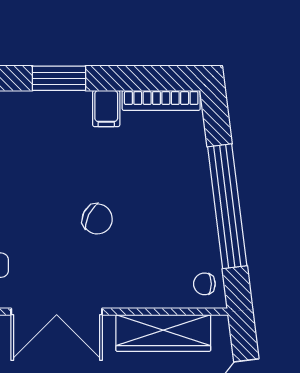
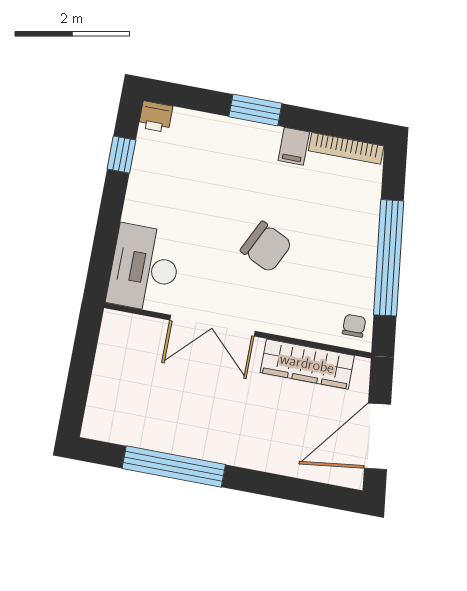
chair: (97, 219) -> (266, 247), width x1.37, depth x1.37
chair: (204, 284) -> (354, 326), turned 90

